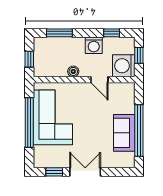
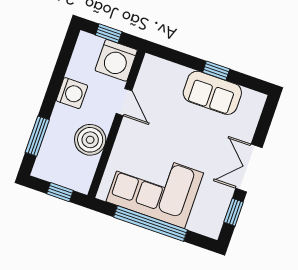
window: (112, 33) -> (63, 61), removed
boiler: (73, 71) -> (90, 140), width x1.86, depth x1.86
door: (99, 80) -> (124, 102), hinge flipped
window: (139, 130) -> (216, 71), width x0.32

